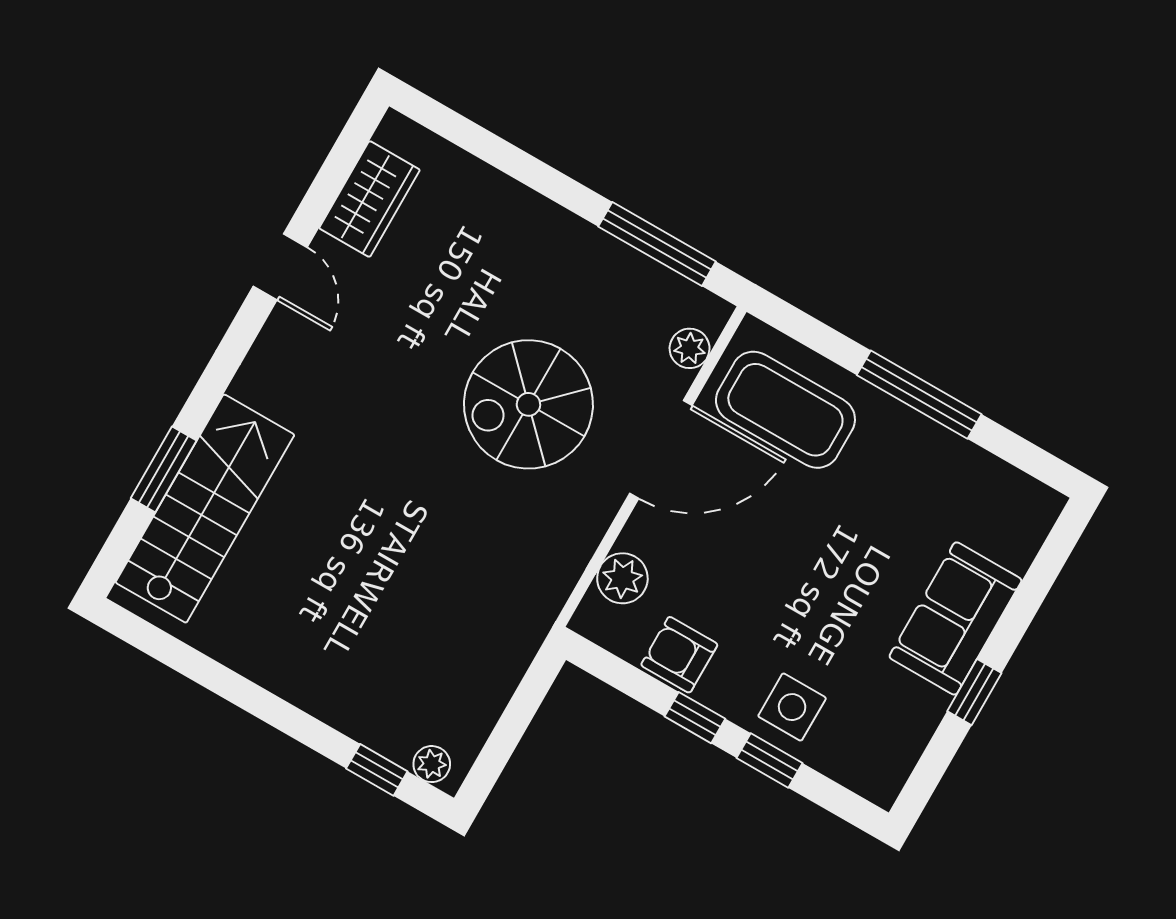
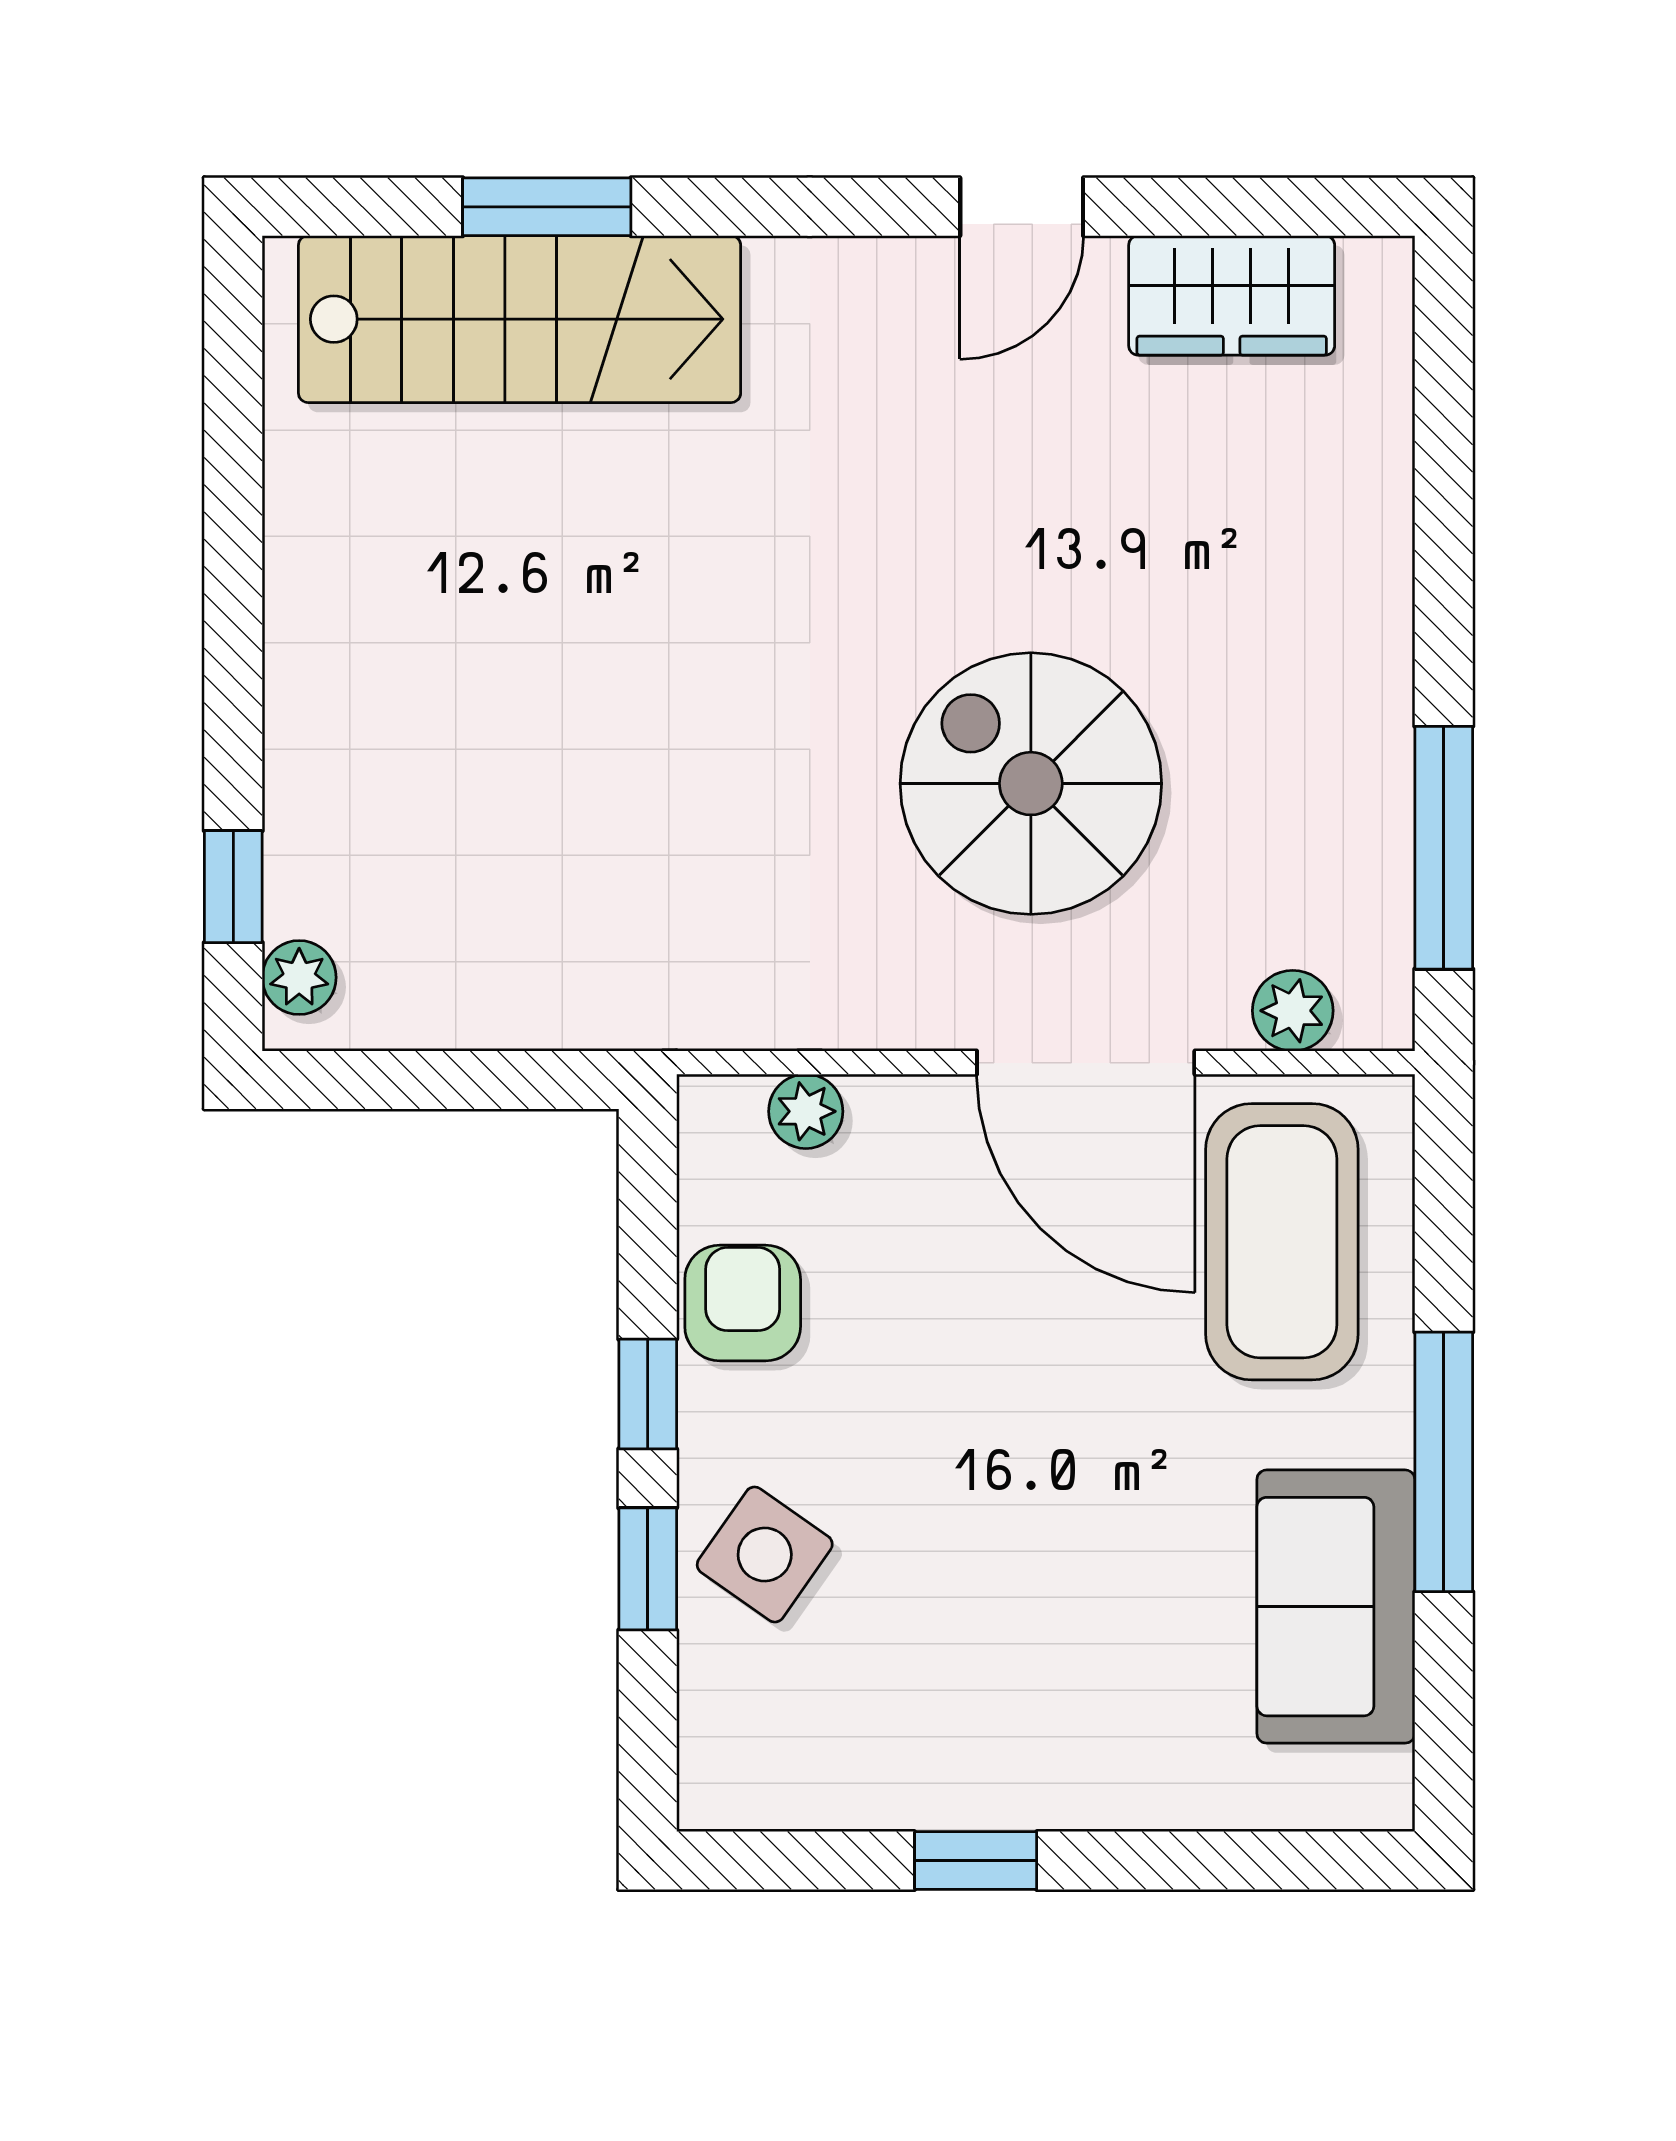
plant: (622, 578) -> (806, 1111), width x0.73, depth x0.73
sofa: (955, 618) -> (1336, 1607), moved, turned -90
side table: (792, 707) -> (765, 1554), turned 35

